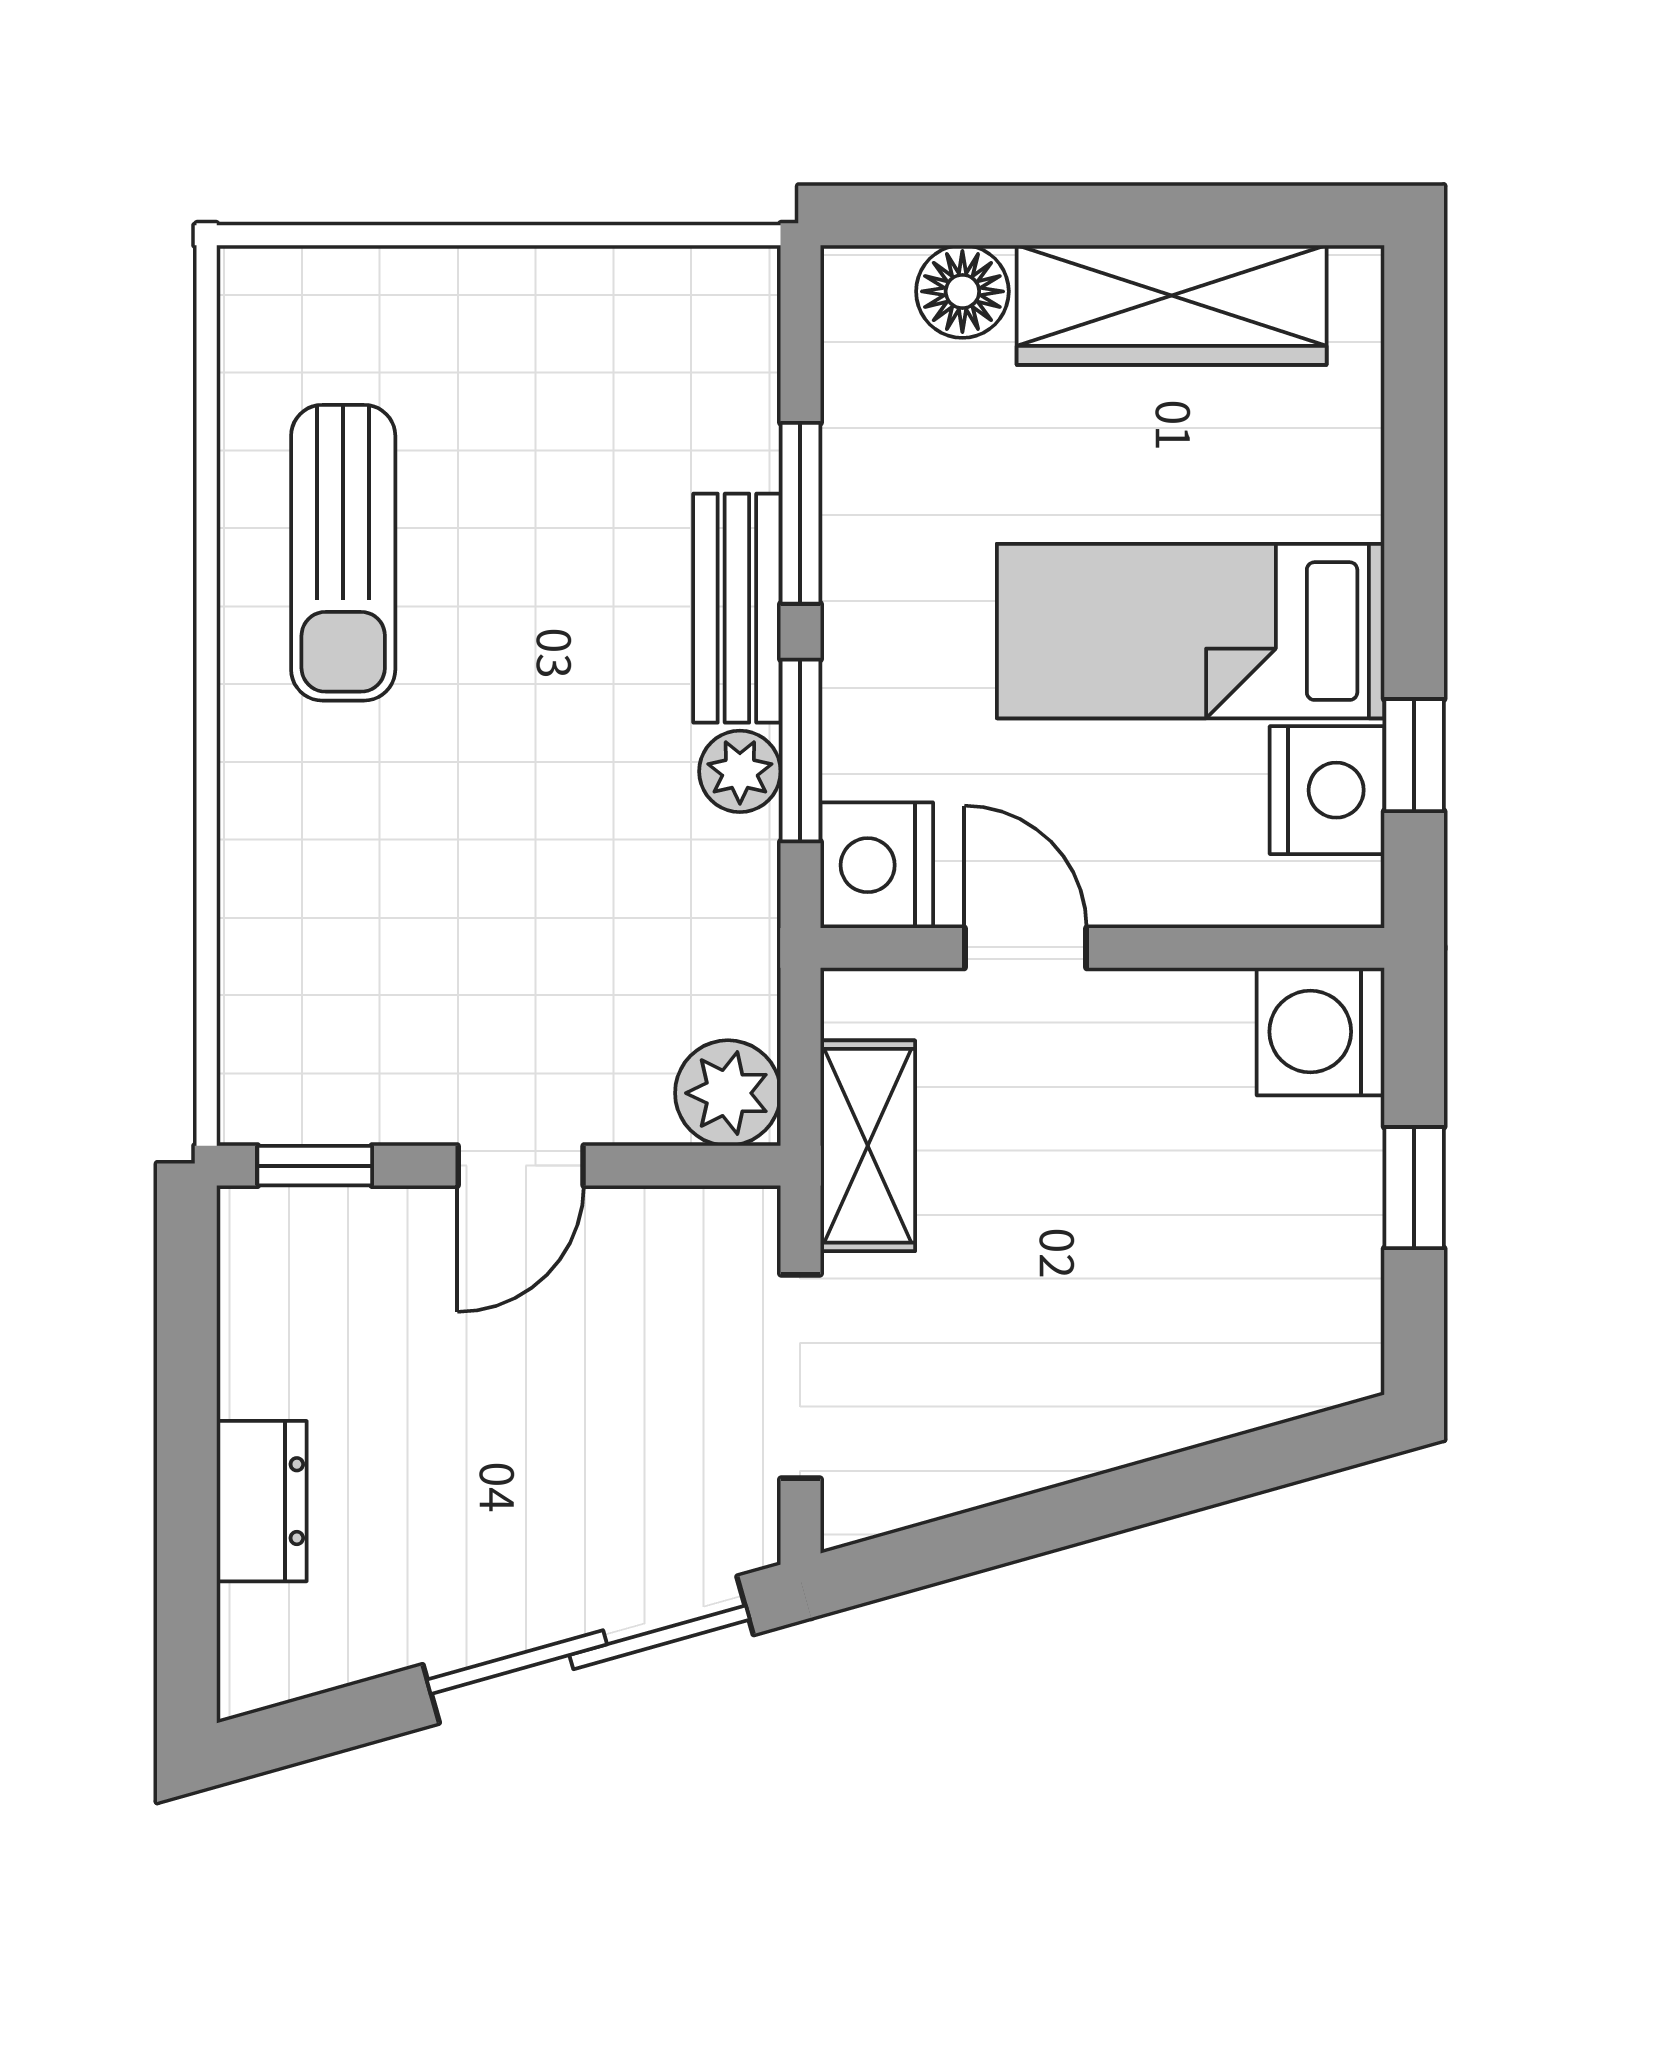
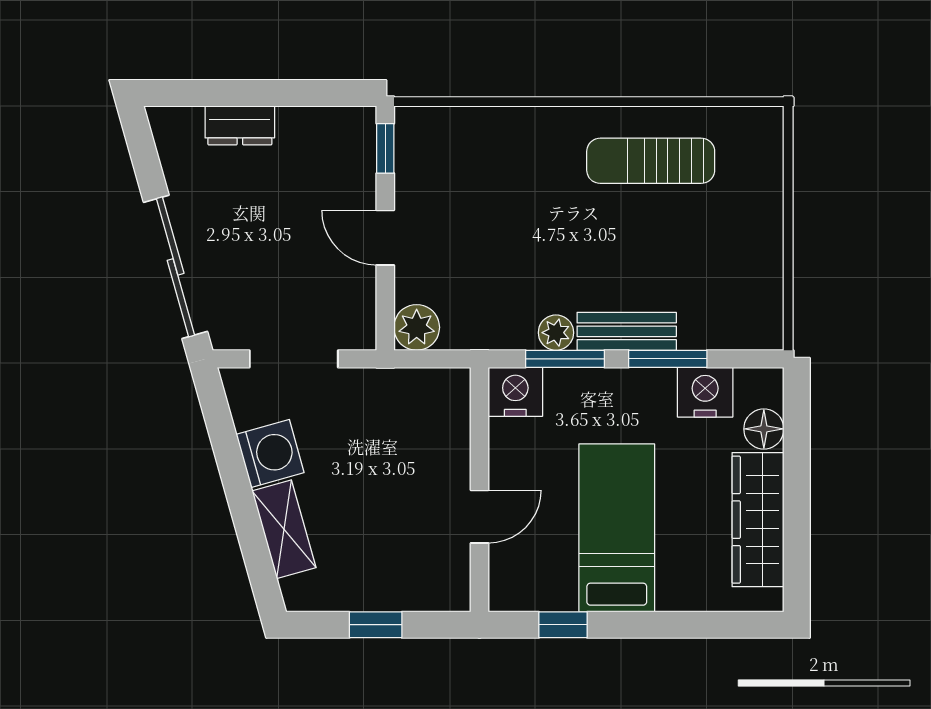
nightstand: (1327, 790) -> (705, 392), moved, turned 180
door: (1025, 948) -> (480, 517), moved
washing machine: (1321, 1032) -> (270, 453), moved, turned 74
shelving: (868, 1146) -> (284, 529), moved, turned 74

